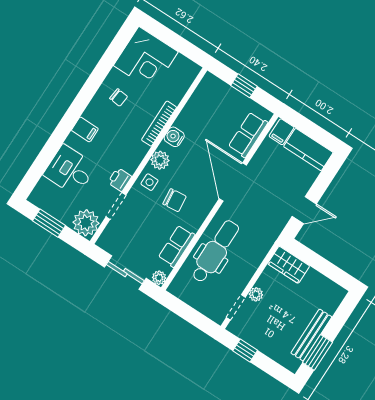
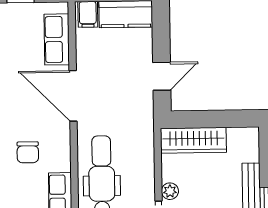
chair: (175, 200) -> (28, 152), turned 96
wardrobe: (289, 265) -> (193, 140), width x1.50

